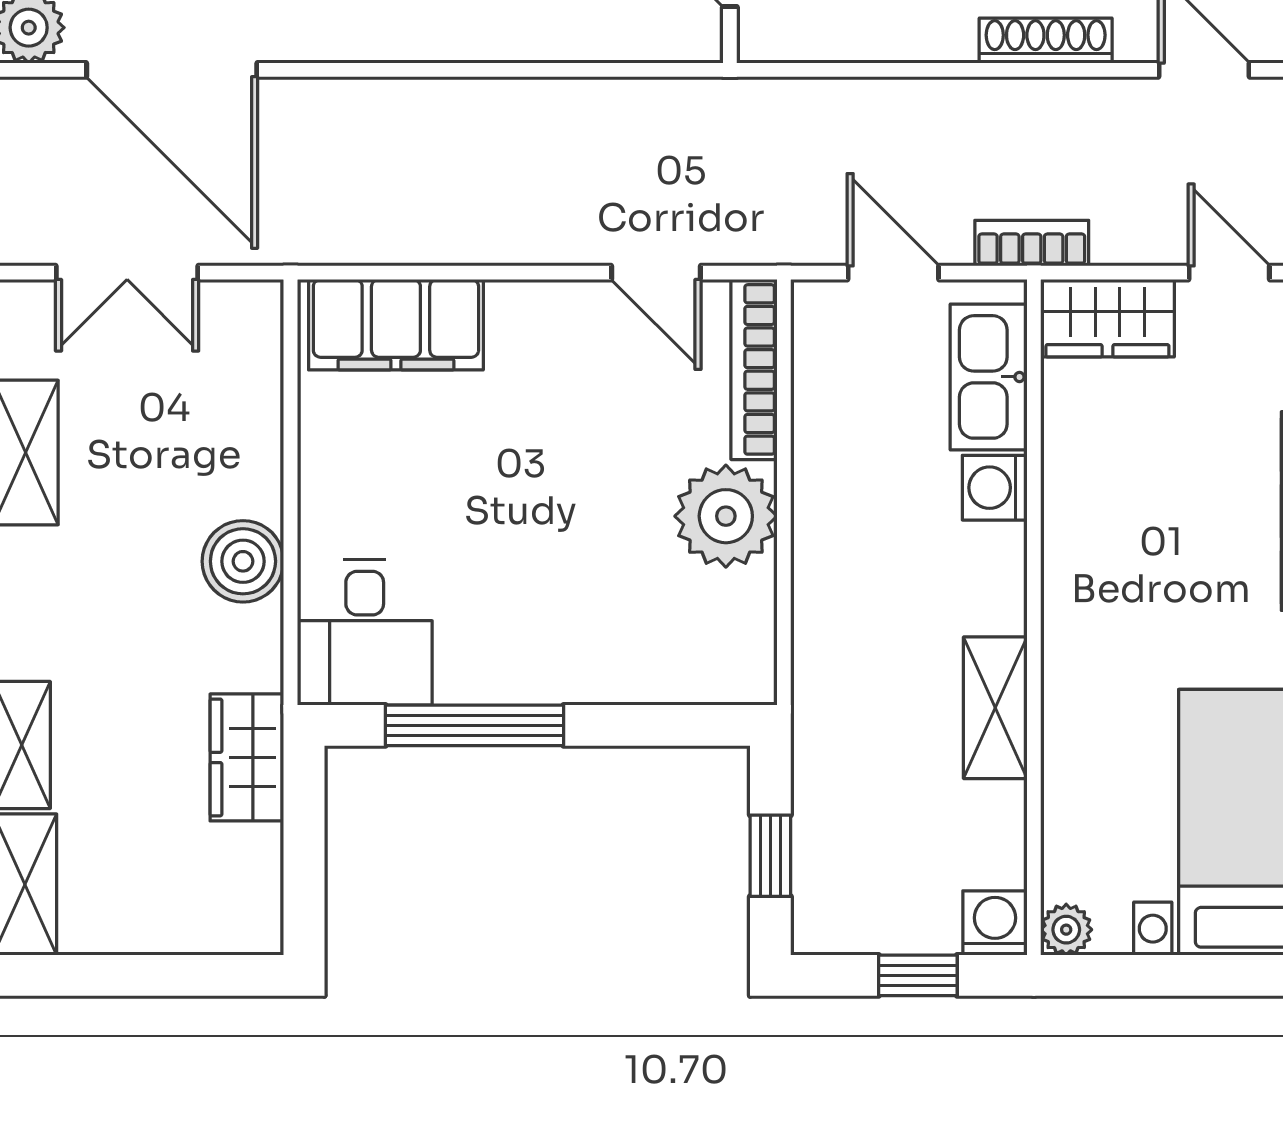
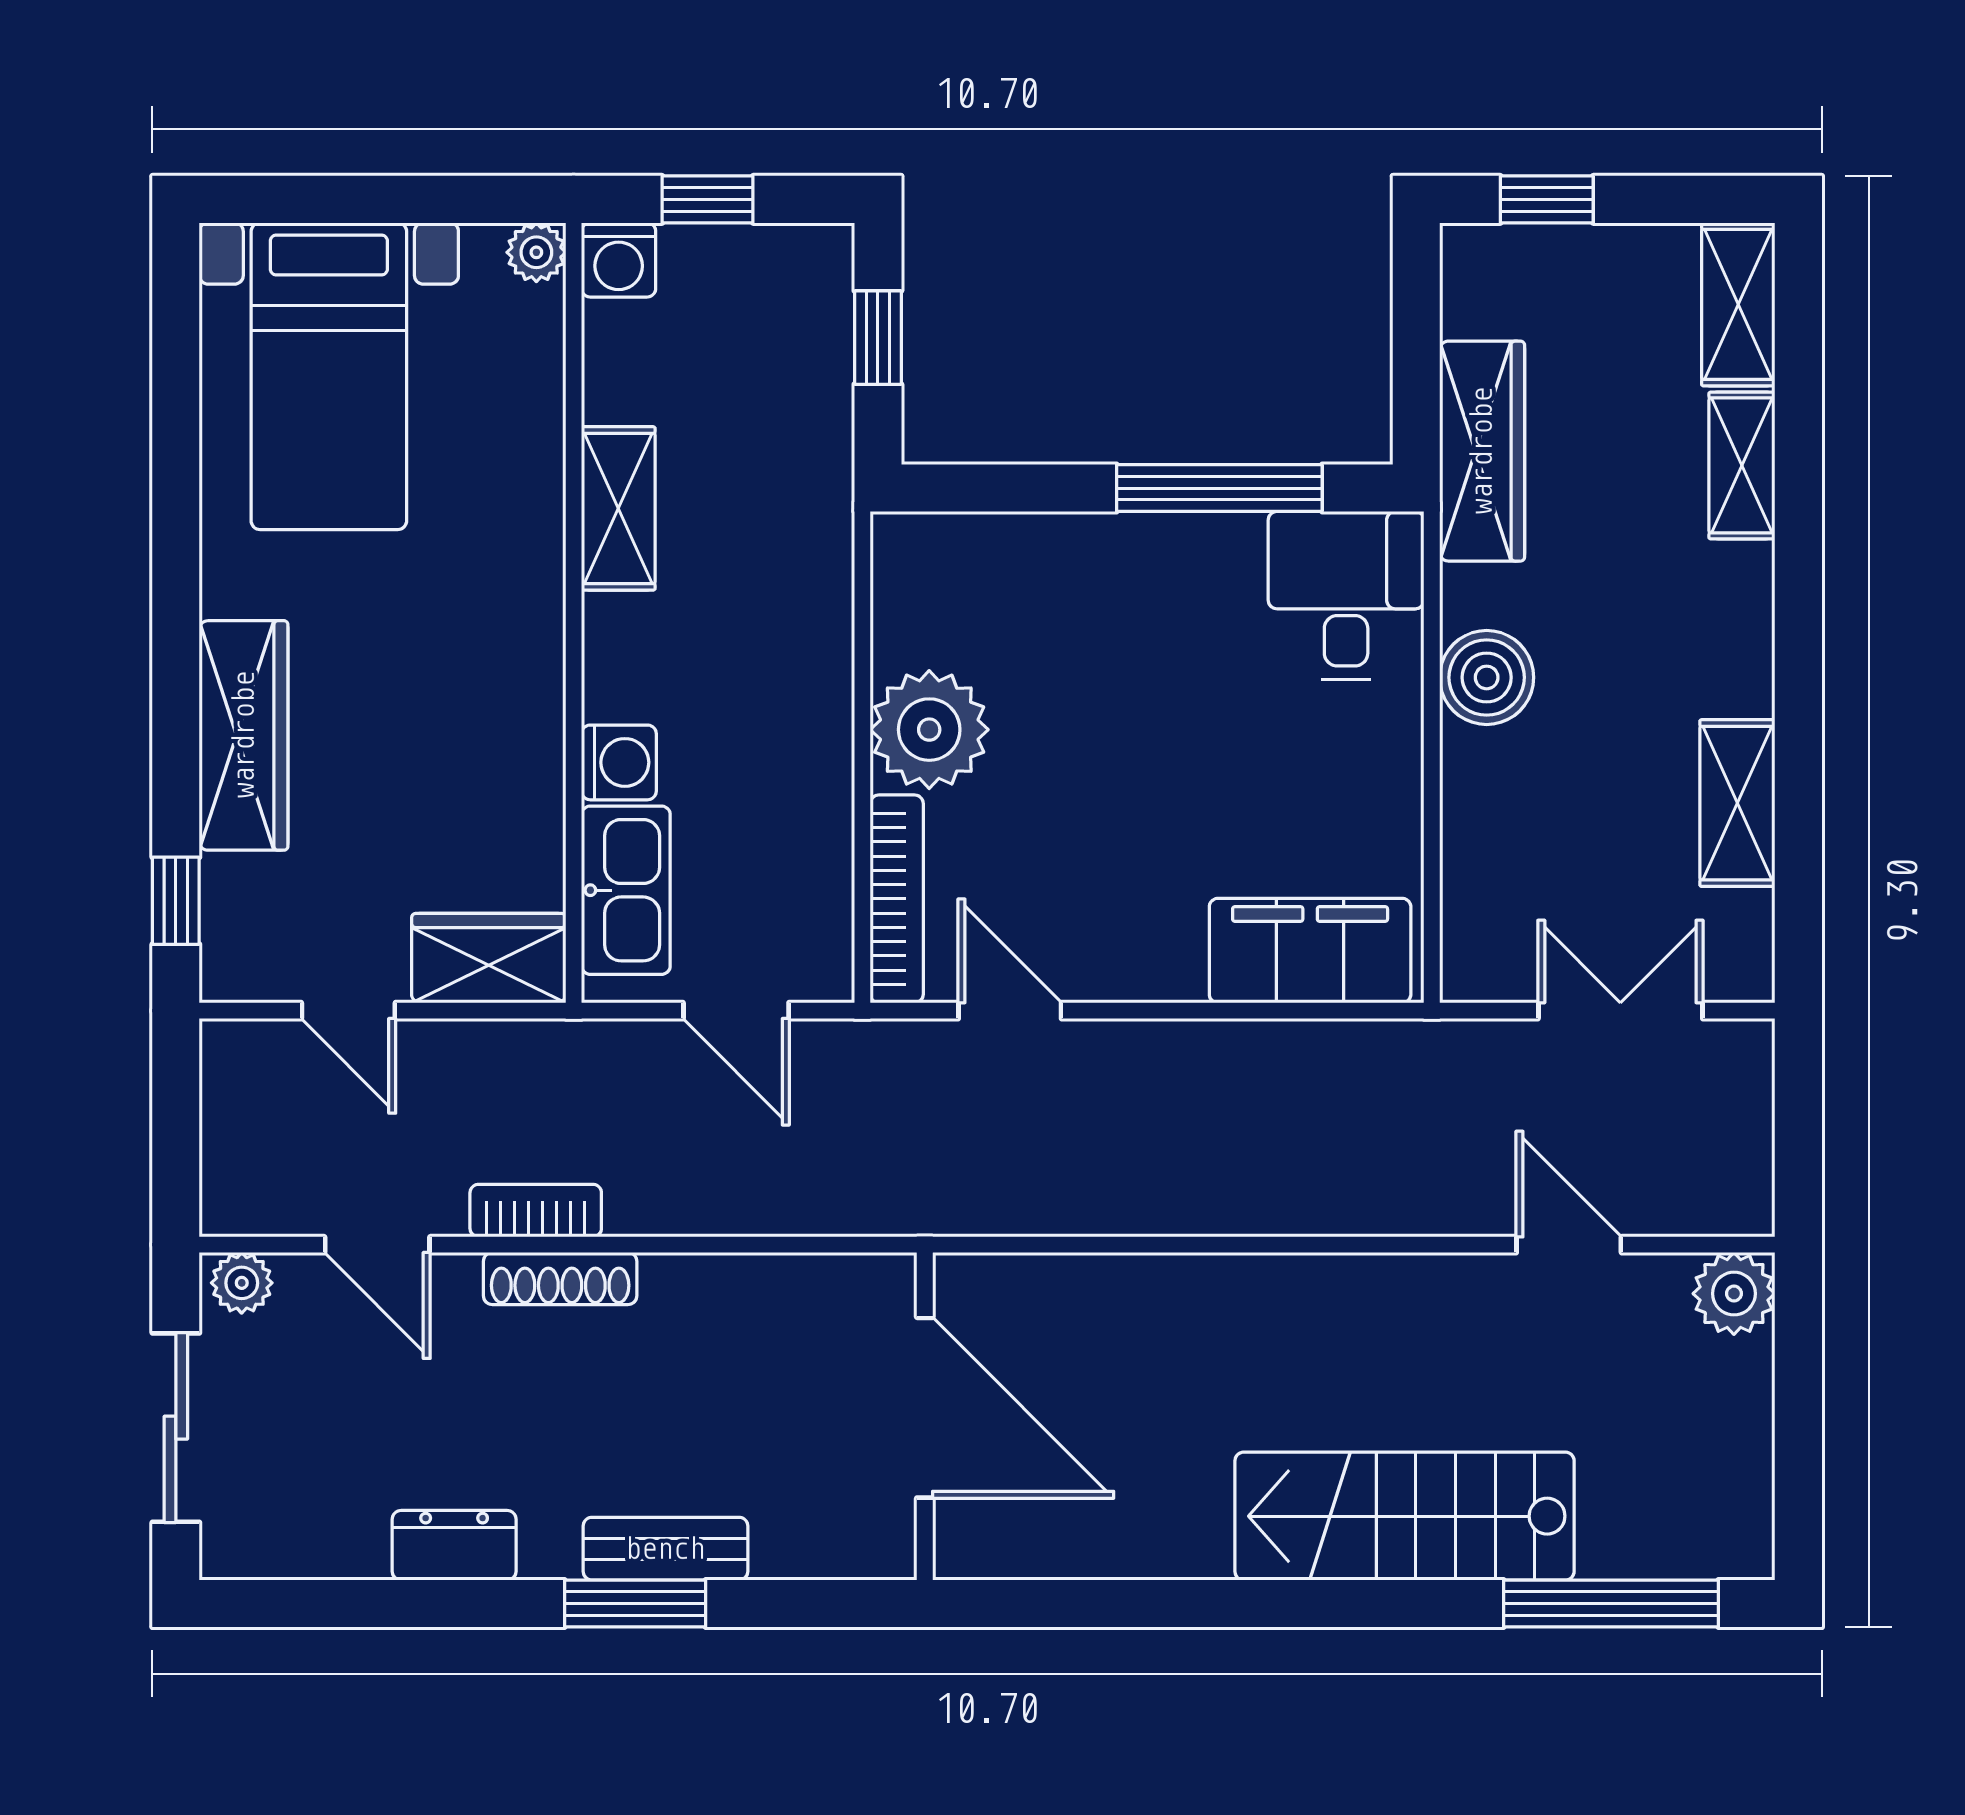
door: (172, 70) -> (1569, 1245), width x0.53
bookcase: (1032, 243) -> (536, 1211), moved, turned 180
wardrobe: (247, 757) -> (1482, 451), width x1.50
window: (191, 975) -> (1547, 199), added

